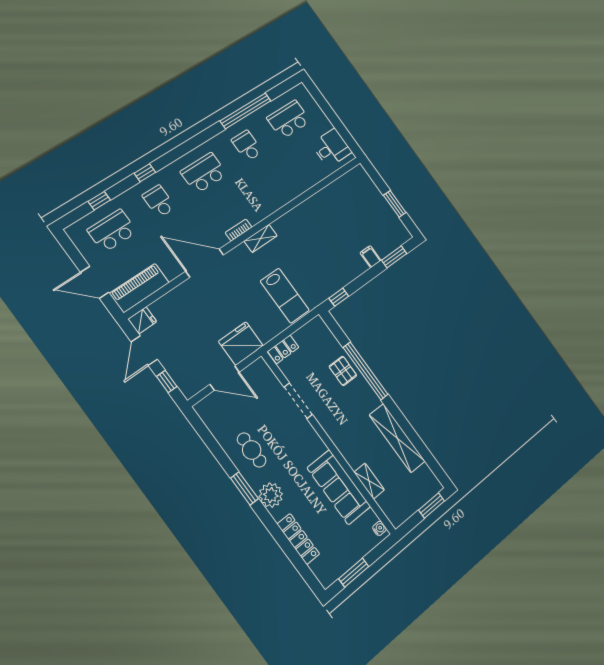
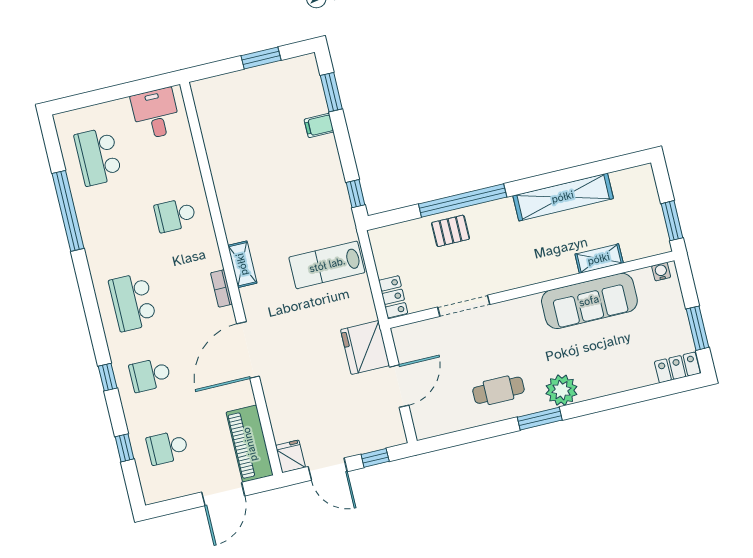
school desk: (247, 146) -> (175, 215), moved
school desk: (112, 231) -> (167, 447), width x0.54
lab bench: (285, 296) -> (327, 265), turned 180
window: (432, 506) -> (672, 221), moved
locker: (298, 539) -> (677, 367), moved, width x0.66

